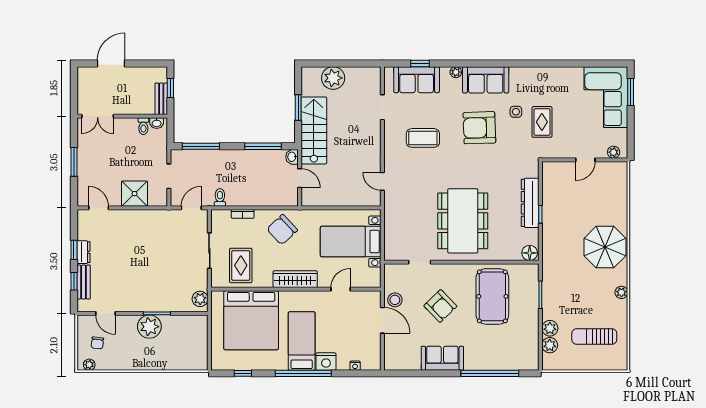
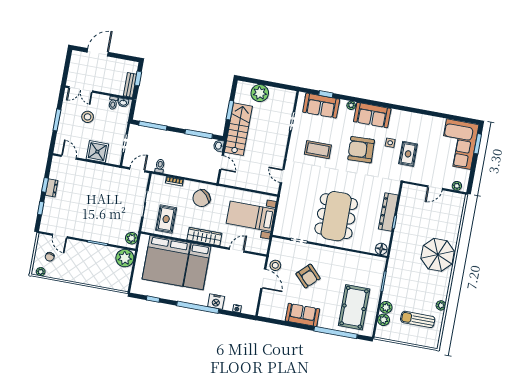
stool: (113, 151) -> (88, 117), added
bench: (84, 282) -> (48, 210), removed
plant: (621, 292) -> (441, 305), moved
pool table: (492, 296) -> (354, 307), moved
plant: (149, 327) -> (125, 258), moved
bed: (302, 341) -> (197, 266), moved, turned 180

